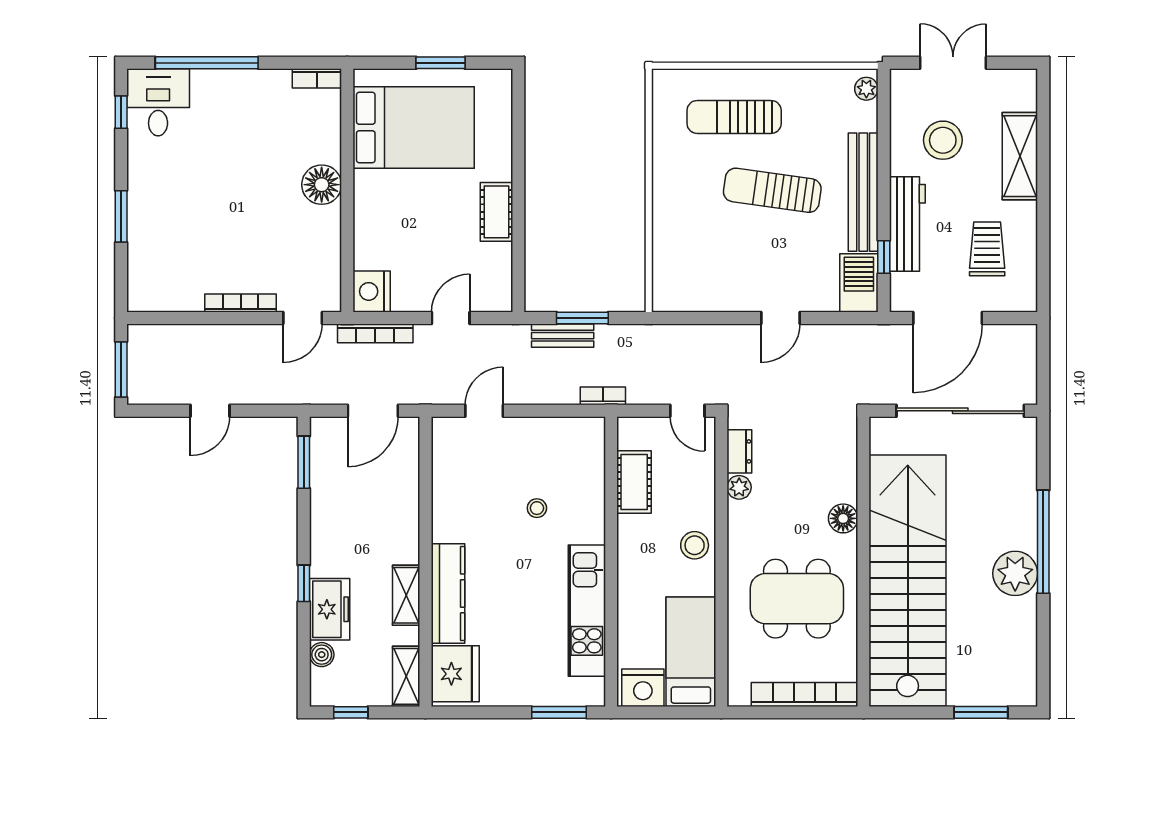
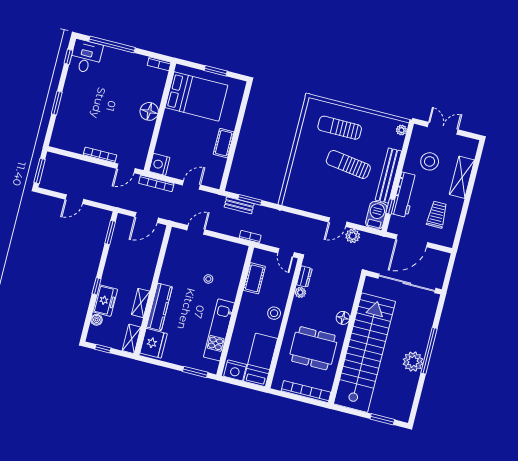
plant: (820, 339) -> (353, 236), added

